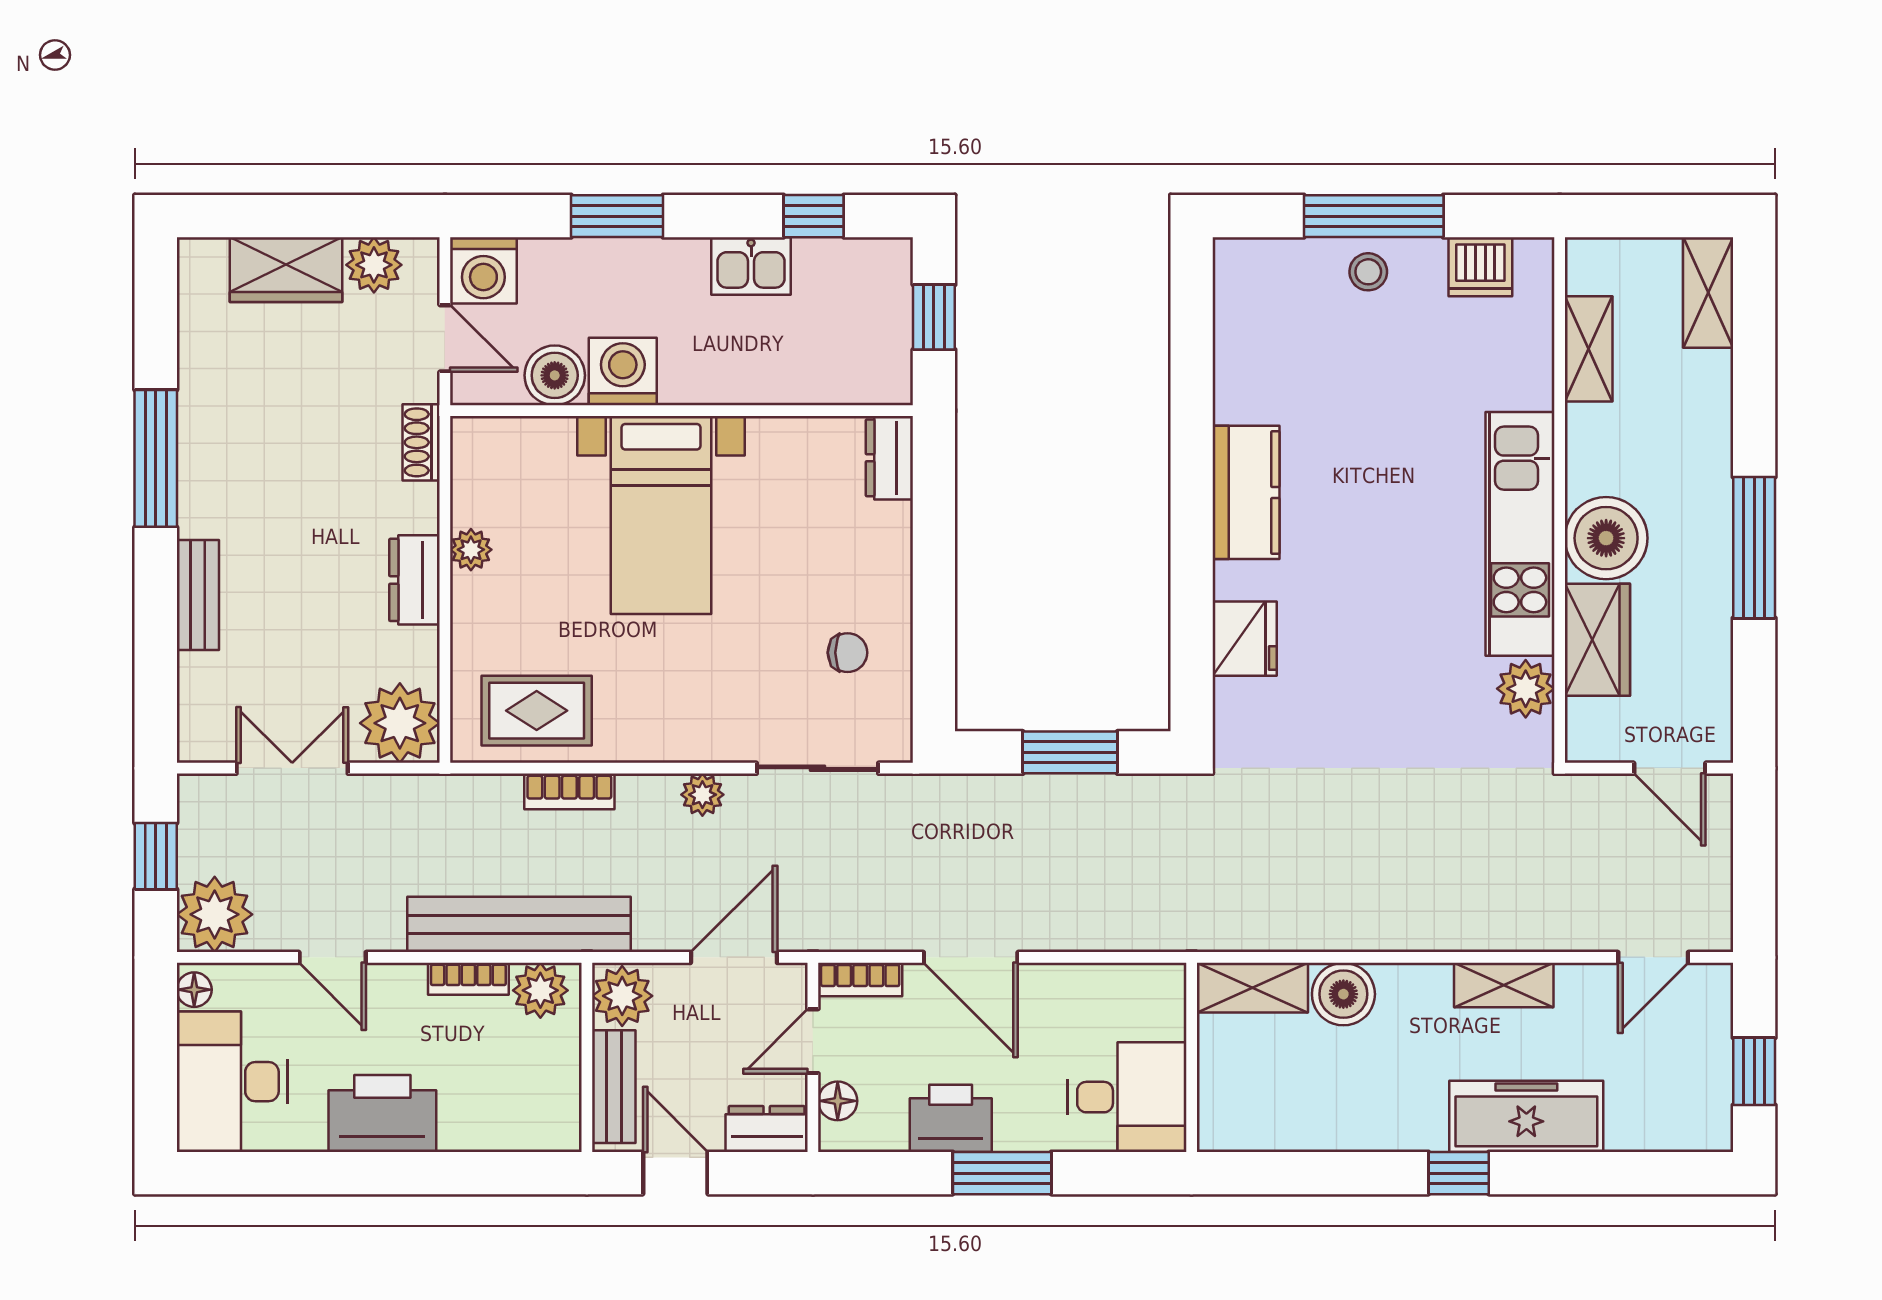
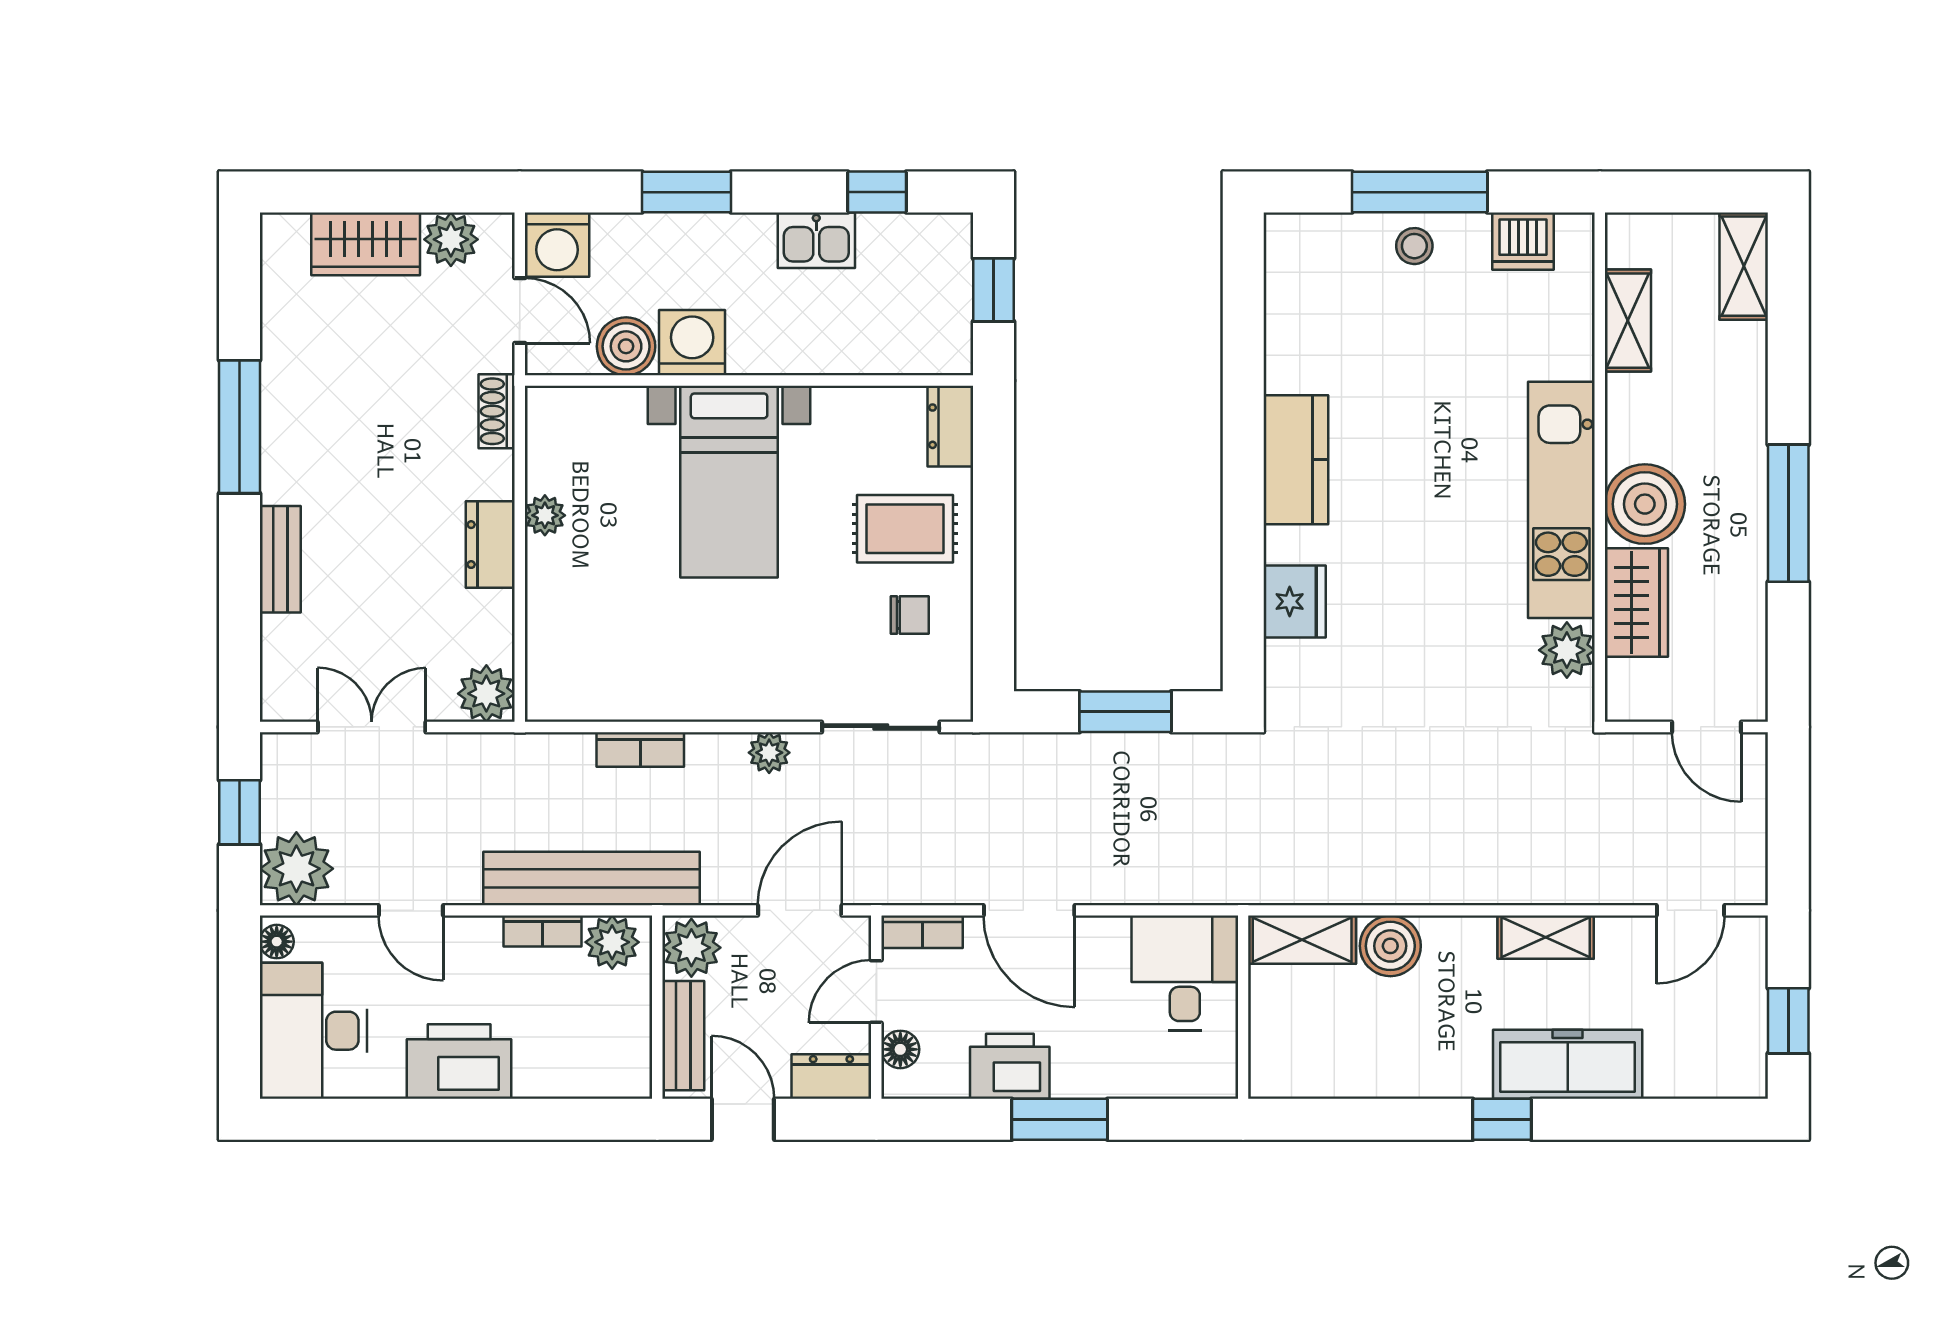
rug: (537, 711) -> (905, 529), moved
plant: (400, 723) -> (486, 694), width x0.73, depth x0.73
desk: (1127, 1097) -> (1185, 973), moved, turned -90

